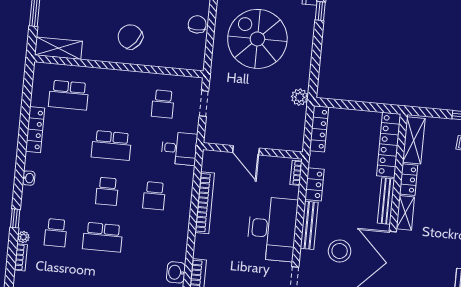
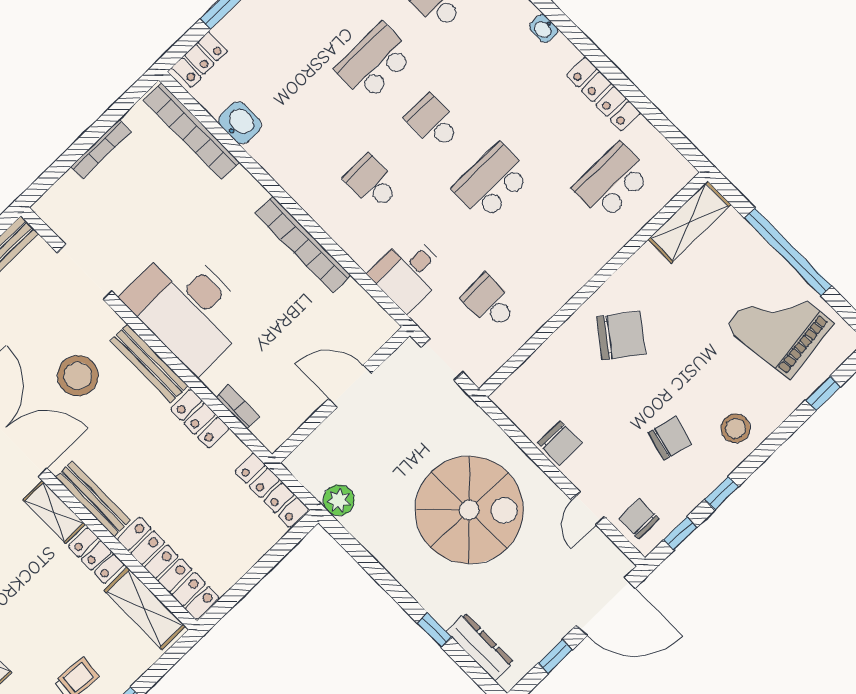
door: (246, 150) -> (350, 386), moved
wall: (253, 151) -> (341, 395), moved

